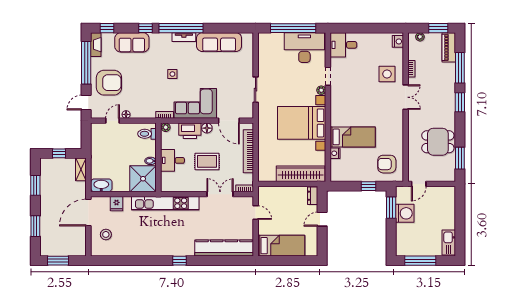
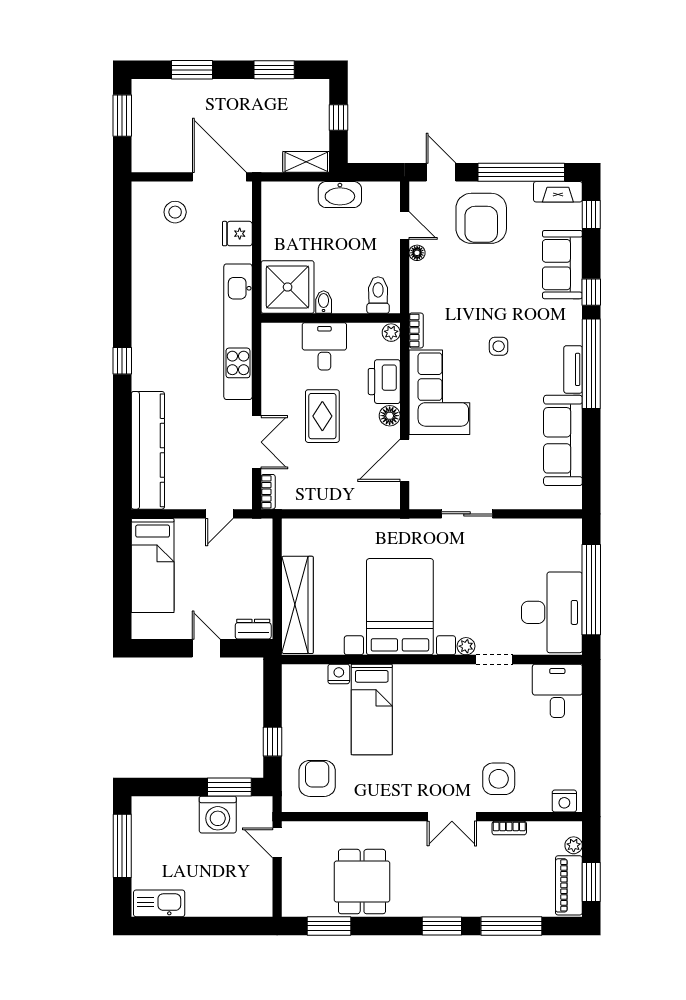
piano: (449, 47) -> (569, 885), moved, turned -90
bookcase: (248, 151) -> (343, 499), removed
washbasin: (101, 185) -> (340, 195), moved, turned 90

